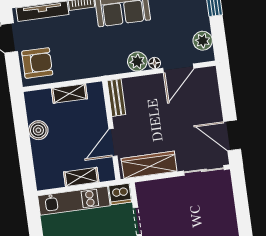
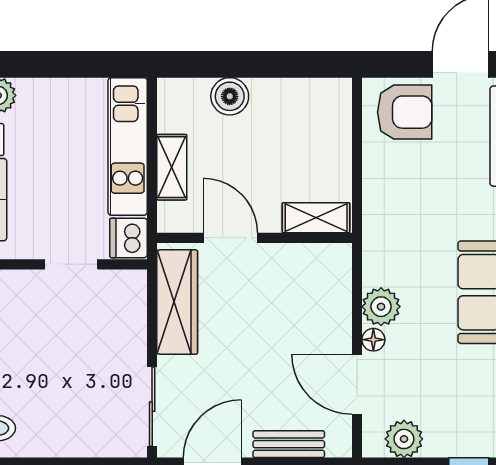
armchair: (37, 63) -> (405, 112), turned -90
shelving: (69, 93) -> (316, 218), moved, turned 90
bench: (116, 98) -> (289, 444), moved
boiler: (38, 130) -> (230, 96), moved

